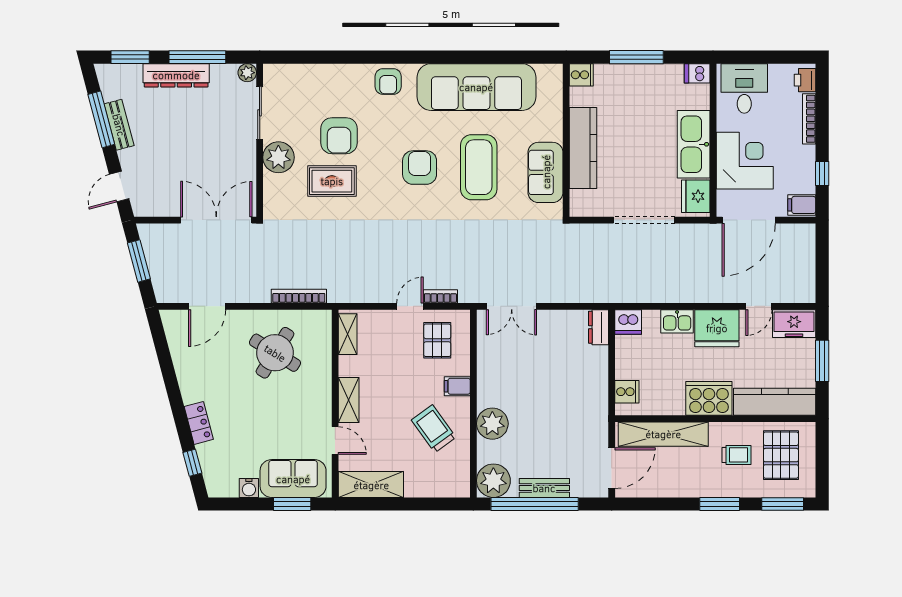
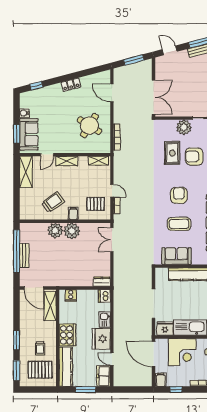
coffee table: (479, 167) -> (179, 224), width x0.73, depth x0.76
armchair: (420, 168) -> (179, 195), turned -90
locker: (199, 423) -> (71, 85), moved
shelving: (663, 434) -> (50, 306), width x0.68
plant: (493, 481) -> (72, 231), moved

